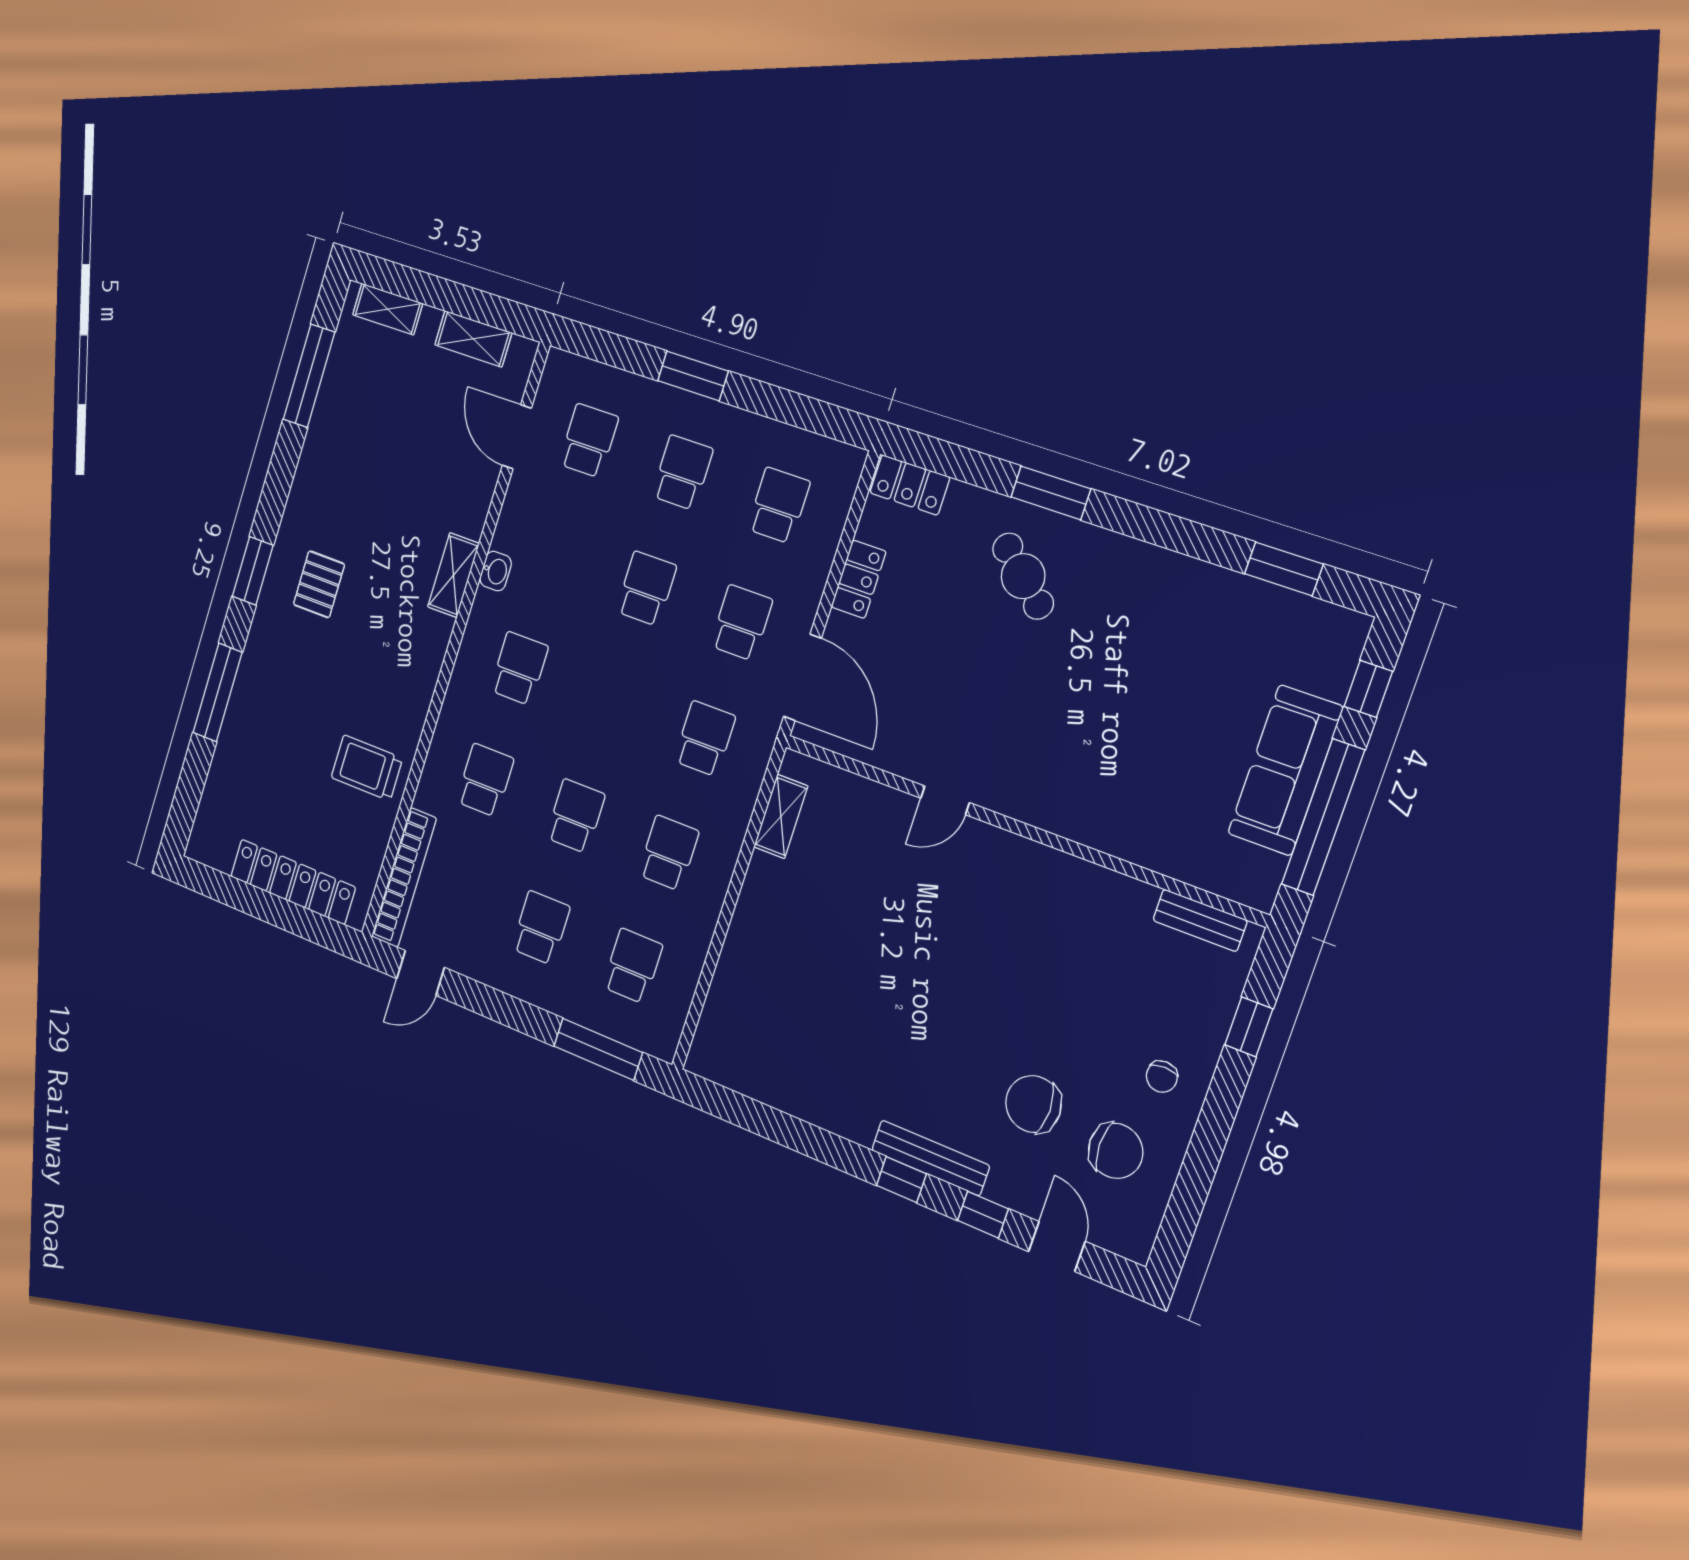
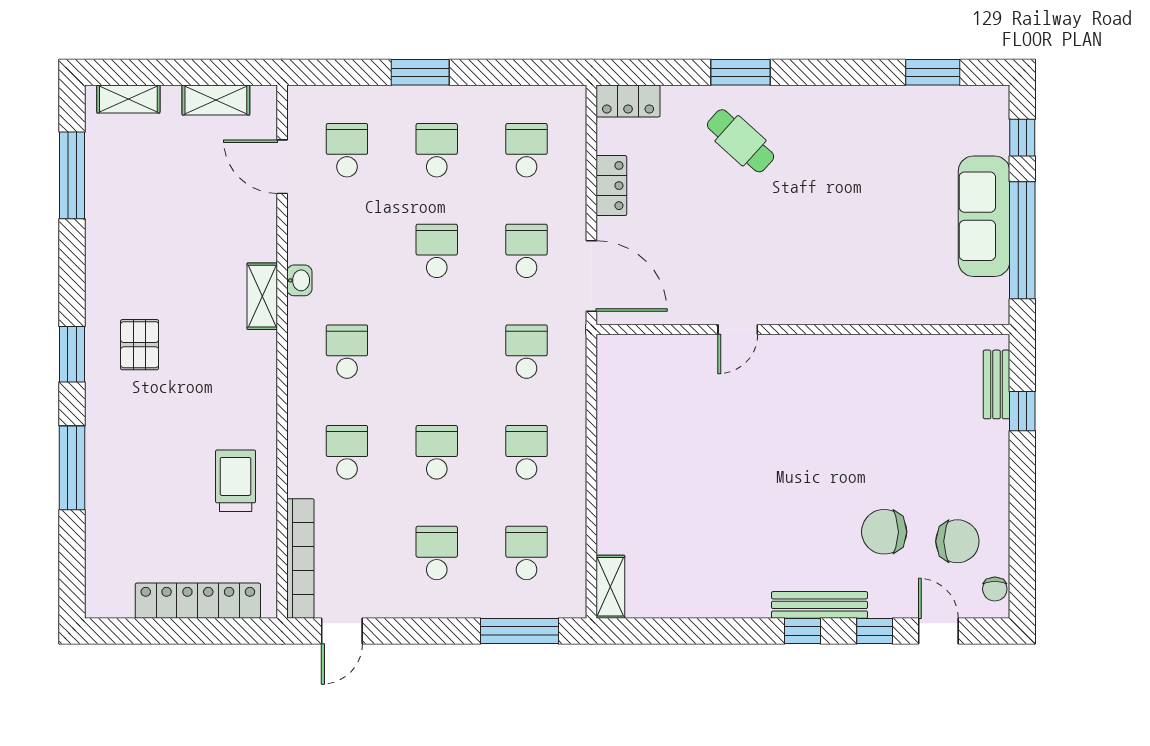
trolley: (367, 768) -> (236, 481), turned 90
shelving: (781, 816) -> (610, 587), moved
bench: (1200, 920) -> (997, 384), moved, turned 90
chair: (1162, 1077) -> (995, 589), moved

